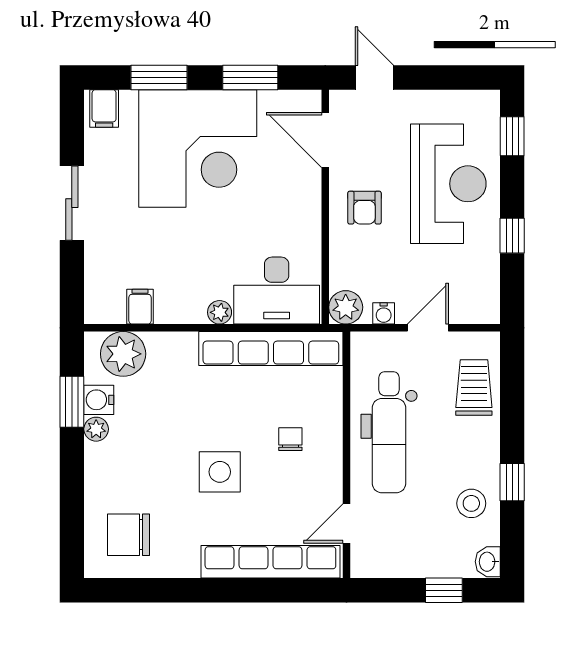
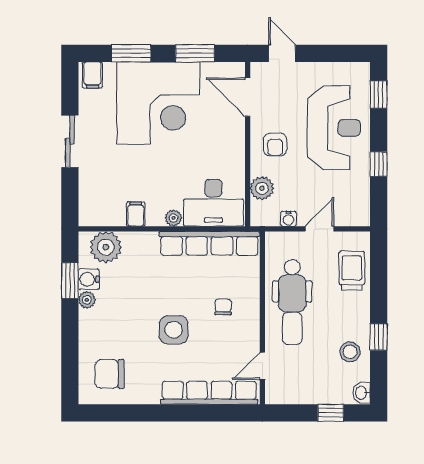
filing cabinet: (140, 307) -> (136, 214), moved
plant: (346, 307) -> (262, 188), moved

